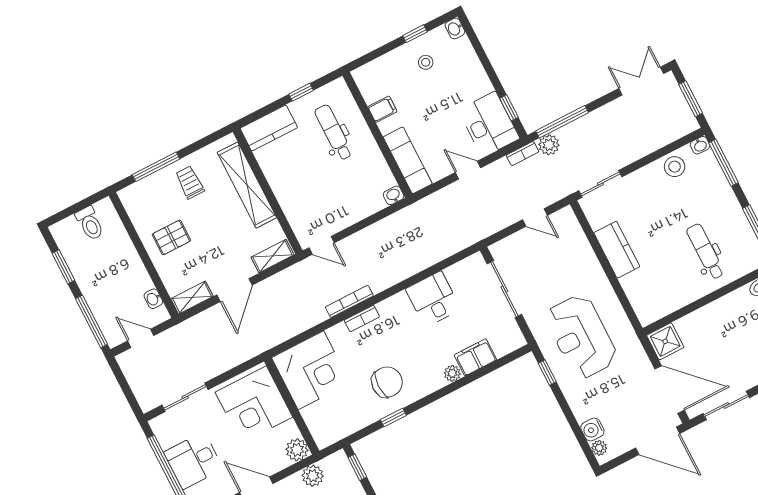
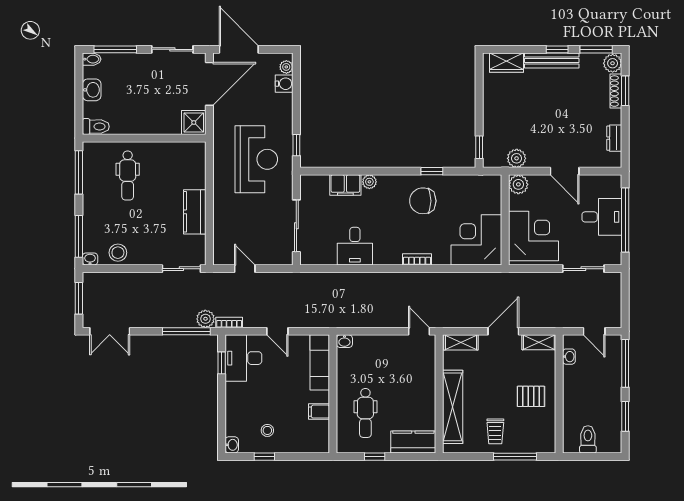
bookcase: (349, 301) -> (420, 277), removed
door: (670, 390) -> (209, 84), swing flipped

